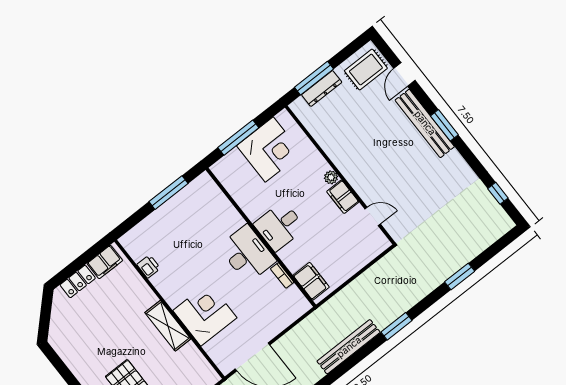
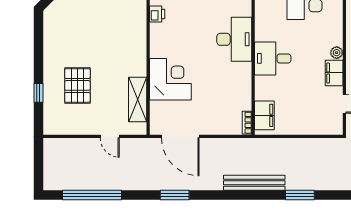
desk: (247, 254) -> (234, 39), moved
bookcase: (282, 275) -> (247, 123), moved
shelving: (168, 326) -> (138, 100), moved

